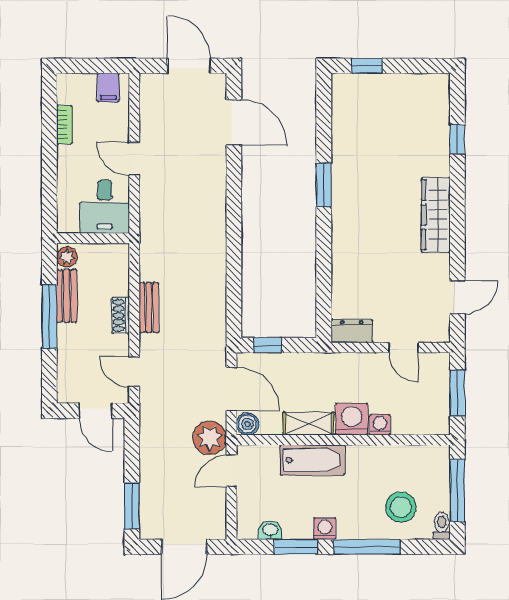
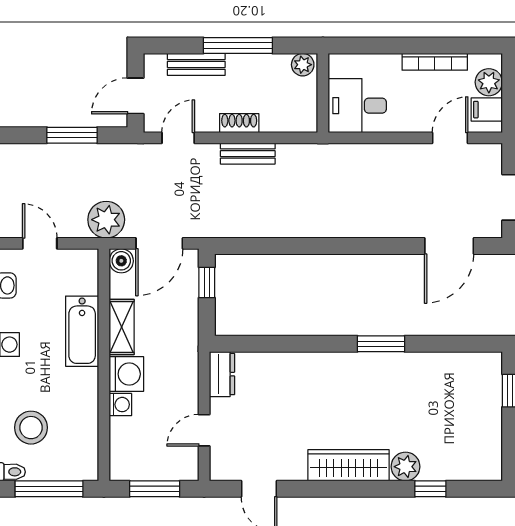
plant: (83, 86) -> (489, 82), added
bookcase: (64, 125) -> (435, 62), width x1.56
door: (134, 159) -> (450, 138), moved
plant: (437, 162) -> (406, 467), added
bench: (67, 296) -> (196, 64), moved
door: (231, 471) -> (40, 243), moved
window: (132, 506) -> (72, 135), moved

